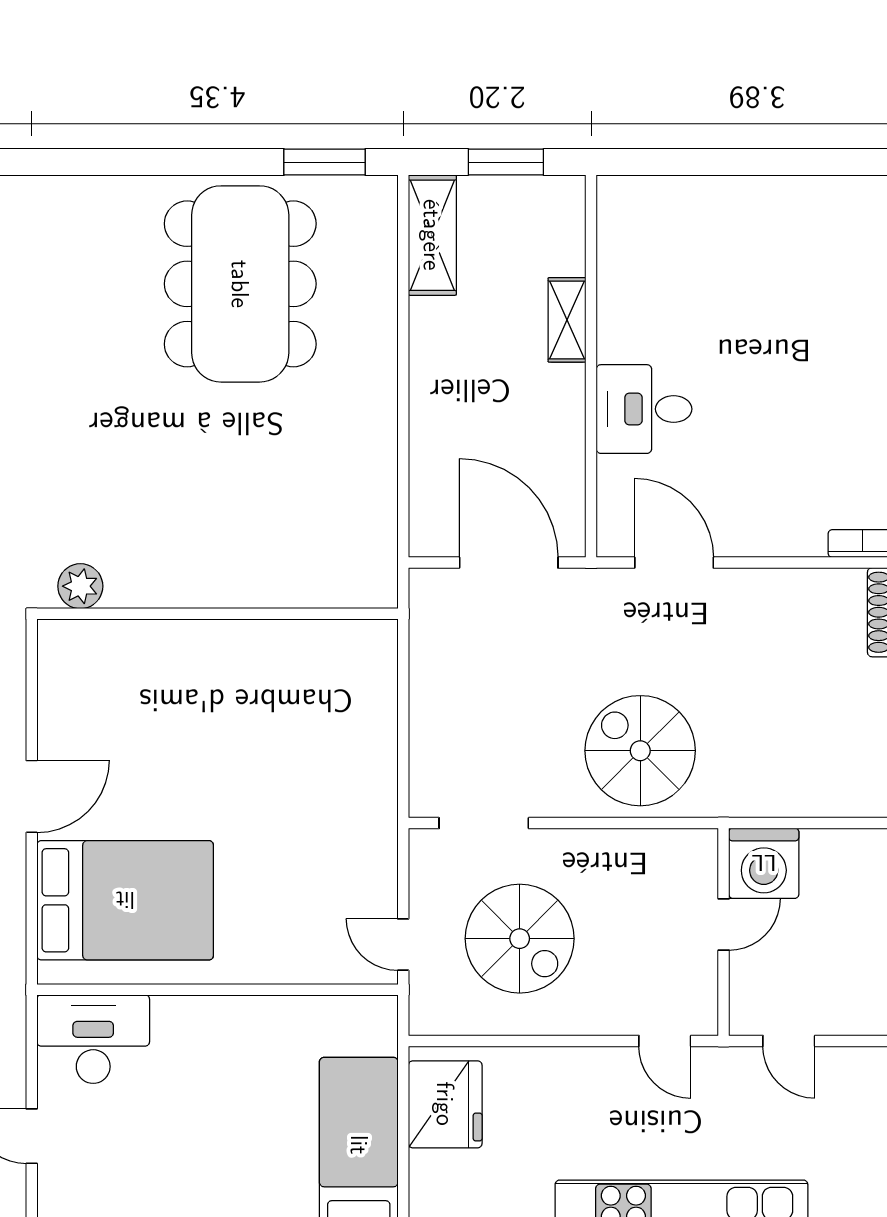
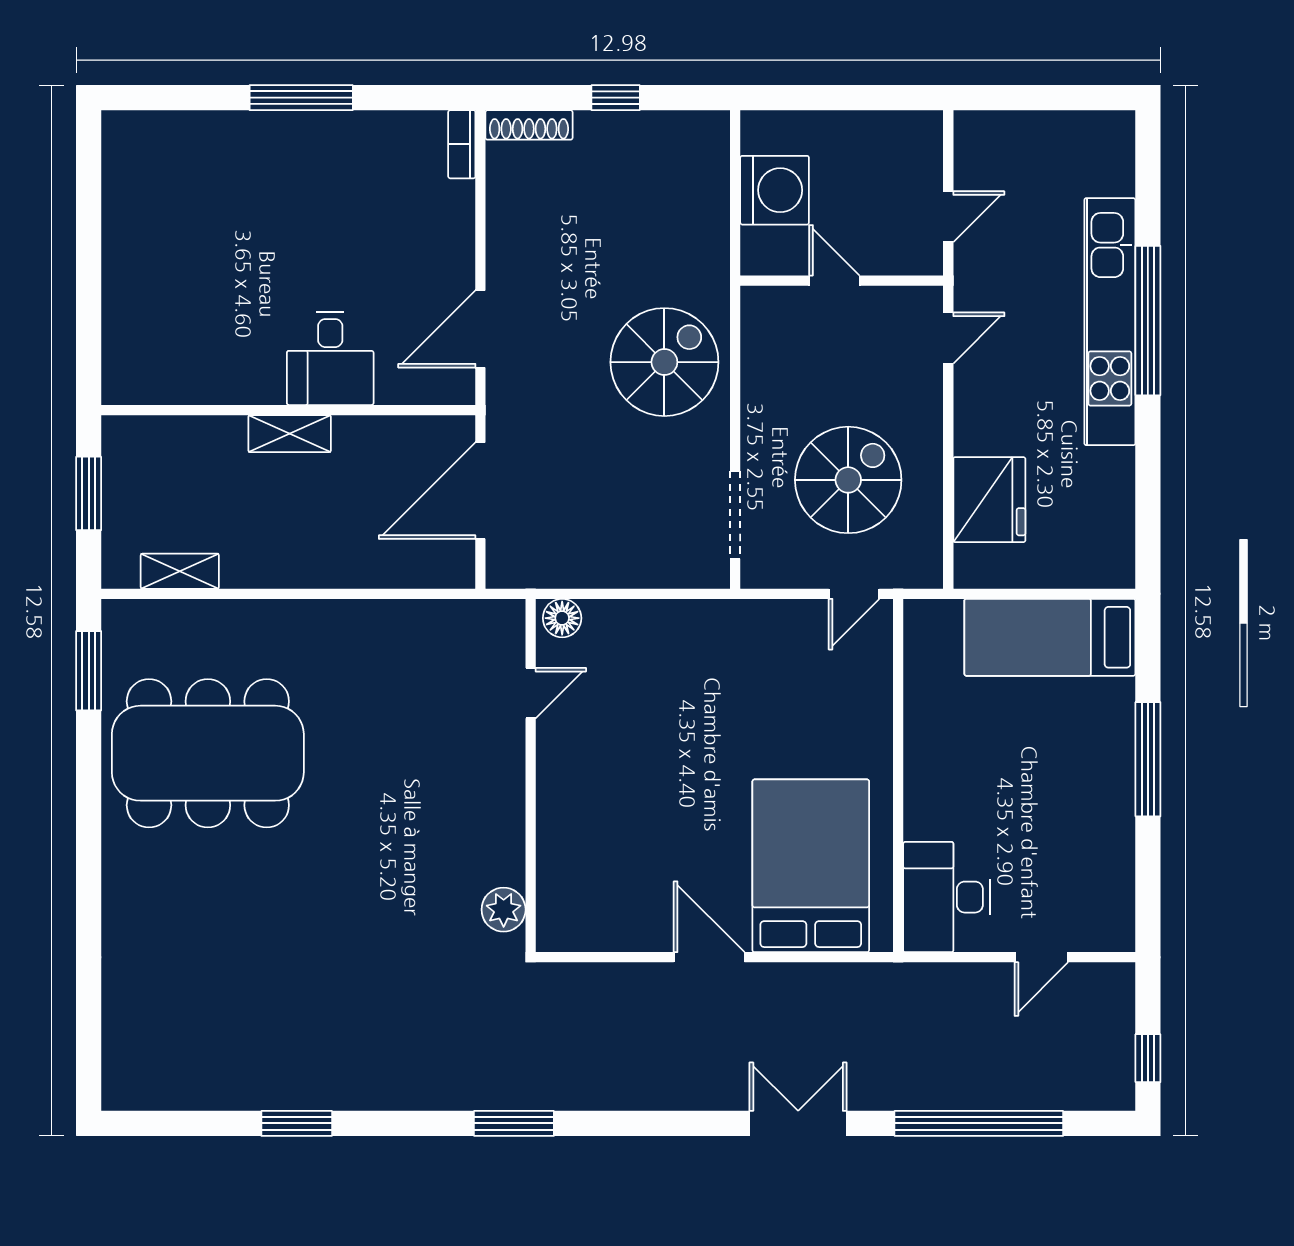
shelving: (432, 235) -> (180, 571), width x0.67, depth x0.75
shelving: (567, 320) -> (290, 434), moved
door: (302, 614) -> (531, 693), added
floor lamp: (378, 646) -> (562, 618), added
spiral stairs: (640, 751) -> (664, 362), turned 180
washing machine: (764, 863) -> (775, 190), moved
fridge: (445, 1104) -> (989, 500), moved, turned 90

